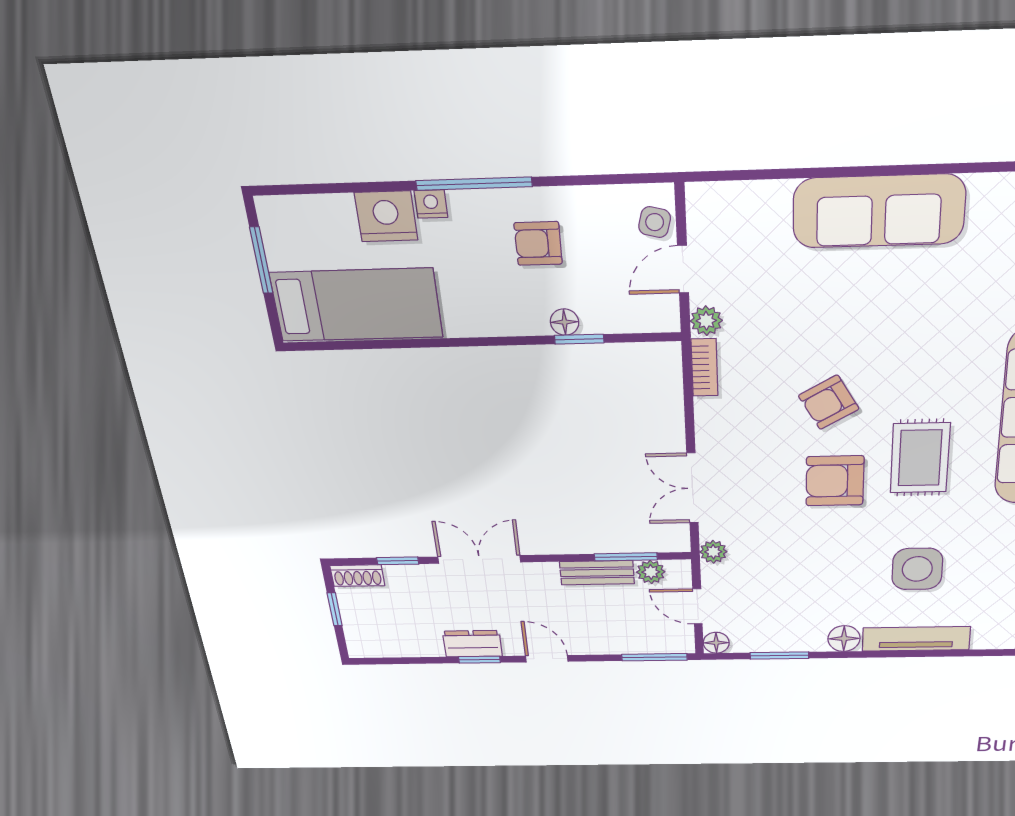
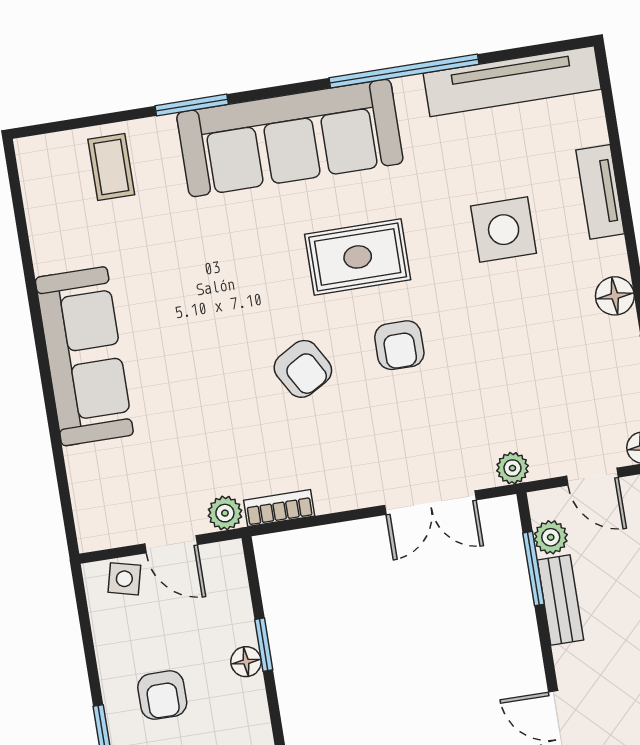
armchair: (835, 481) -> (399, 345), width x0.72, depth x0.72
door: (698, 606) -> (592, 477), hinge flipped
tv unit: (916, 639) -> (600, 192), width x0.71

